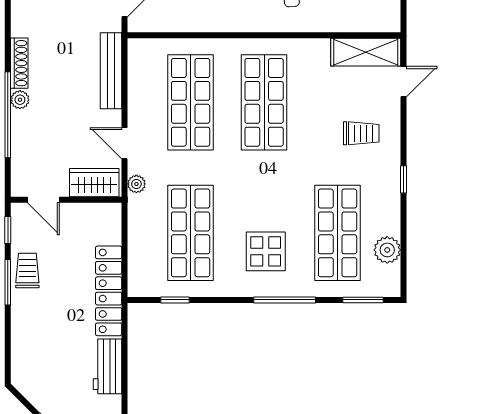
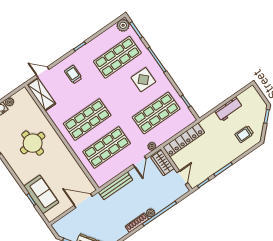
plant: (387, 250) -> (123, 25), moved
trolley: (27, 270) -> (244, 134), moved
locker: (109, 291) -> (184, 140), moved

